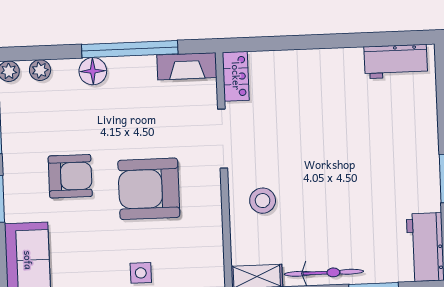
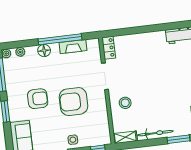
fireplace: (187, 66) -> (73, 47), moved

